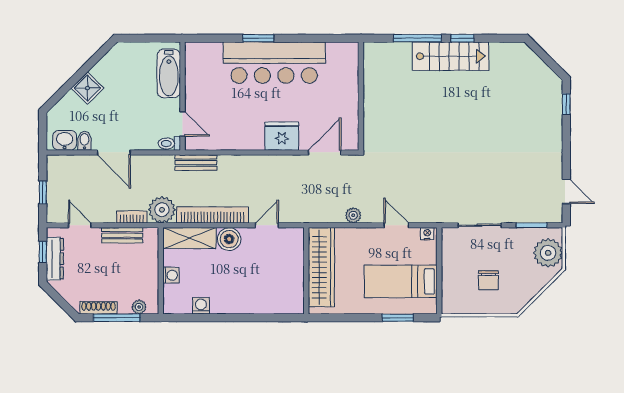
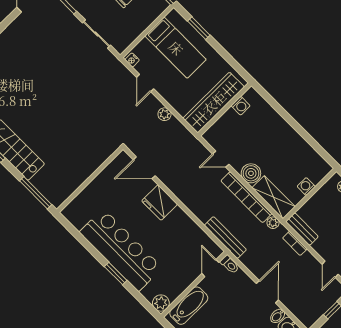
window: (418, 38) -> (36, 193), moved
plant: (195, 52) -> (161, 303), added
bench: (196, 163) -> (225, 238), width x1.36
plant: (162, 210) -> (273, 223), width x0.53, depth x0.53
bench: (122, 235) -> (302, 229), moved
washing machine: (201, 306) -> (241, 106), moved, turned -90

